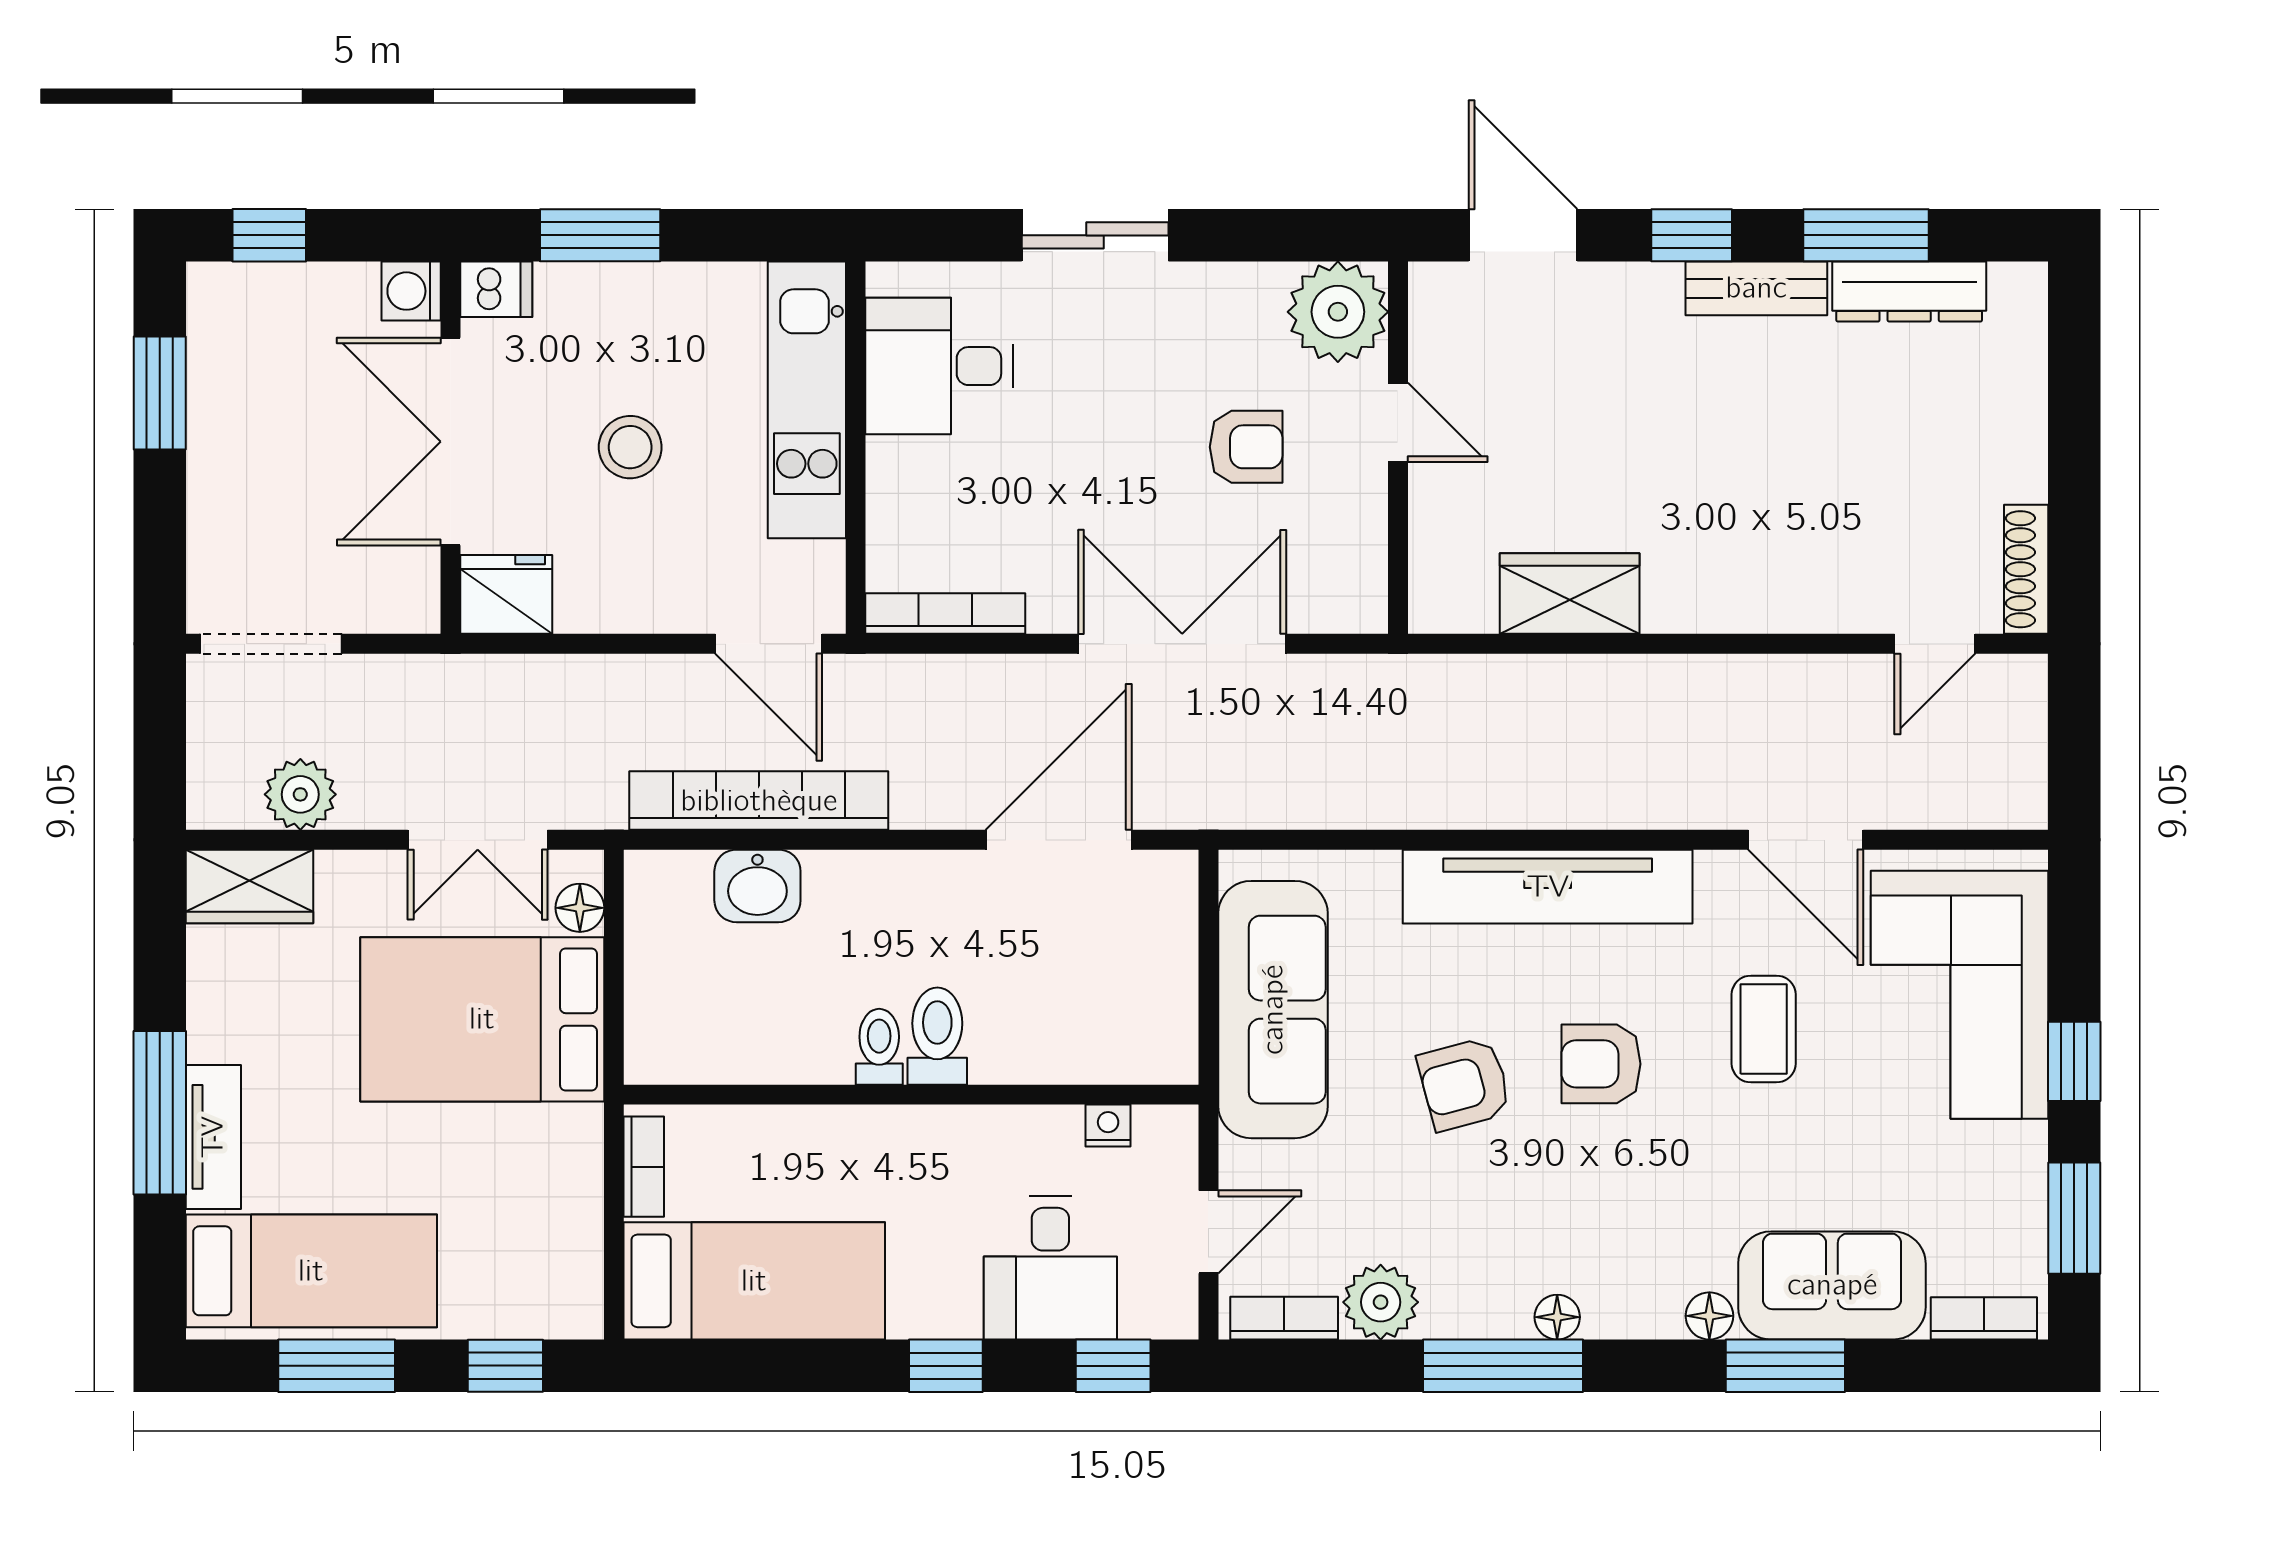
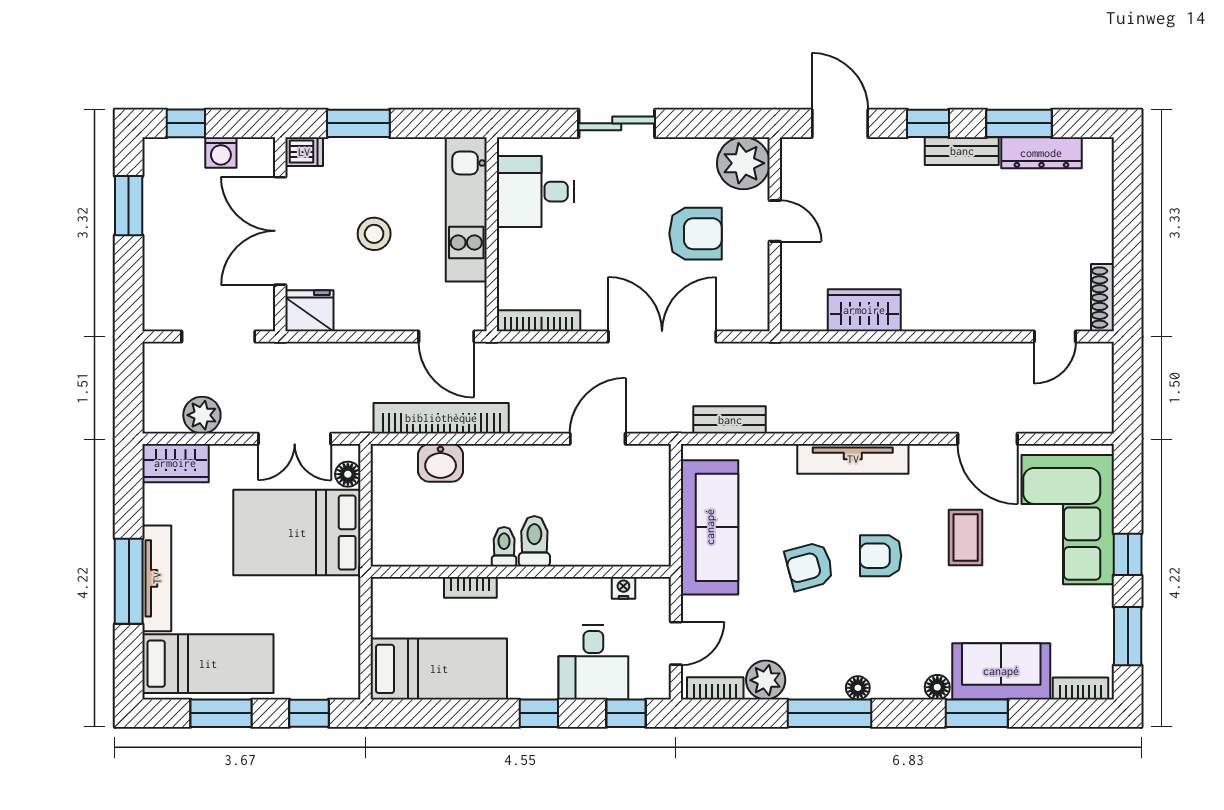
washing machine: (411, 291) -> (221, 152), moved, turned -90
armchair: (1246, 447) -> (696, 234), width x1.38, depth x1.38
doorway: (271, 644) -> (218, 336), moved
bench: (1311, 804) -> (730, 420), added
door: (1059, 840) -> (598, 439), width x0.73
tv unit: (1548, 887) -> (853, 459), width x0.73, depth x0.78
tv unit: (213, 1137) -> (157, 578), width x1.41
bookcase: (644, 1167) -> (470, 587), moved, turned 90

